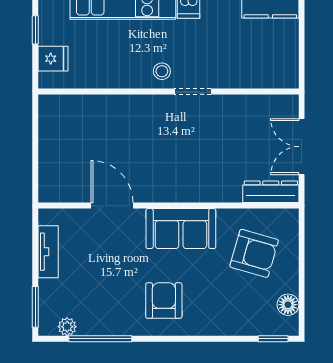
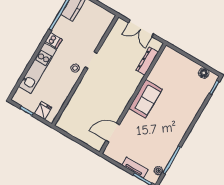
dresser: (271, 192) -> (147, 61), moved
door: (112, 206) -> (113, 133), moved
tv unit: (48, 252) -> (135, 167), moved
armchair: (254, 253) -> (174, 74), removed
armchair: (164, 301) -> (171, 124), removed

